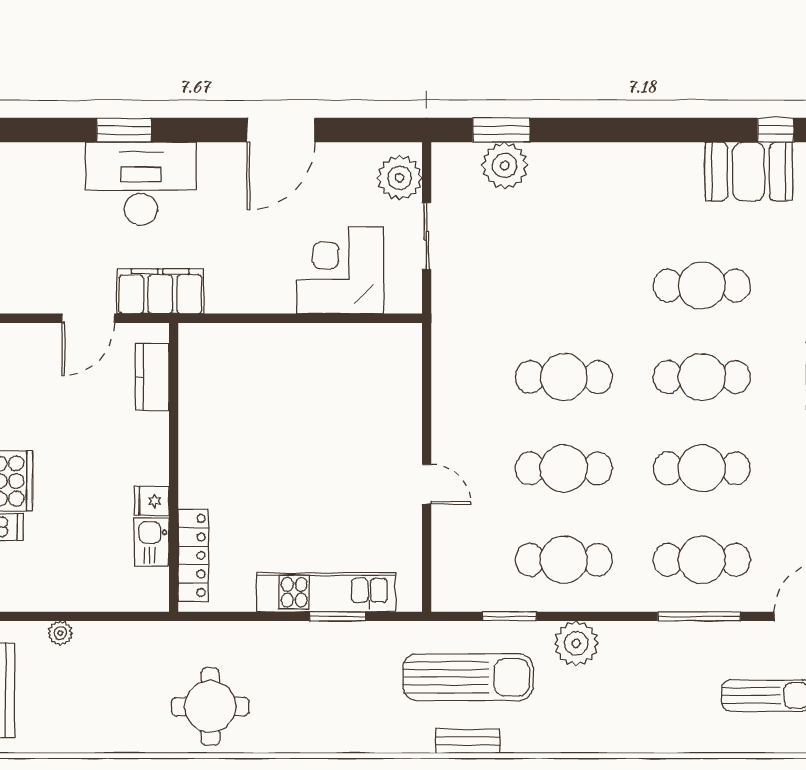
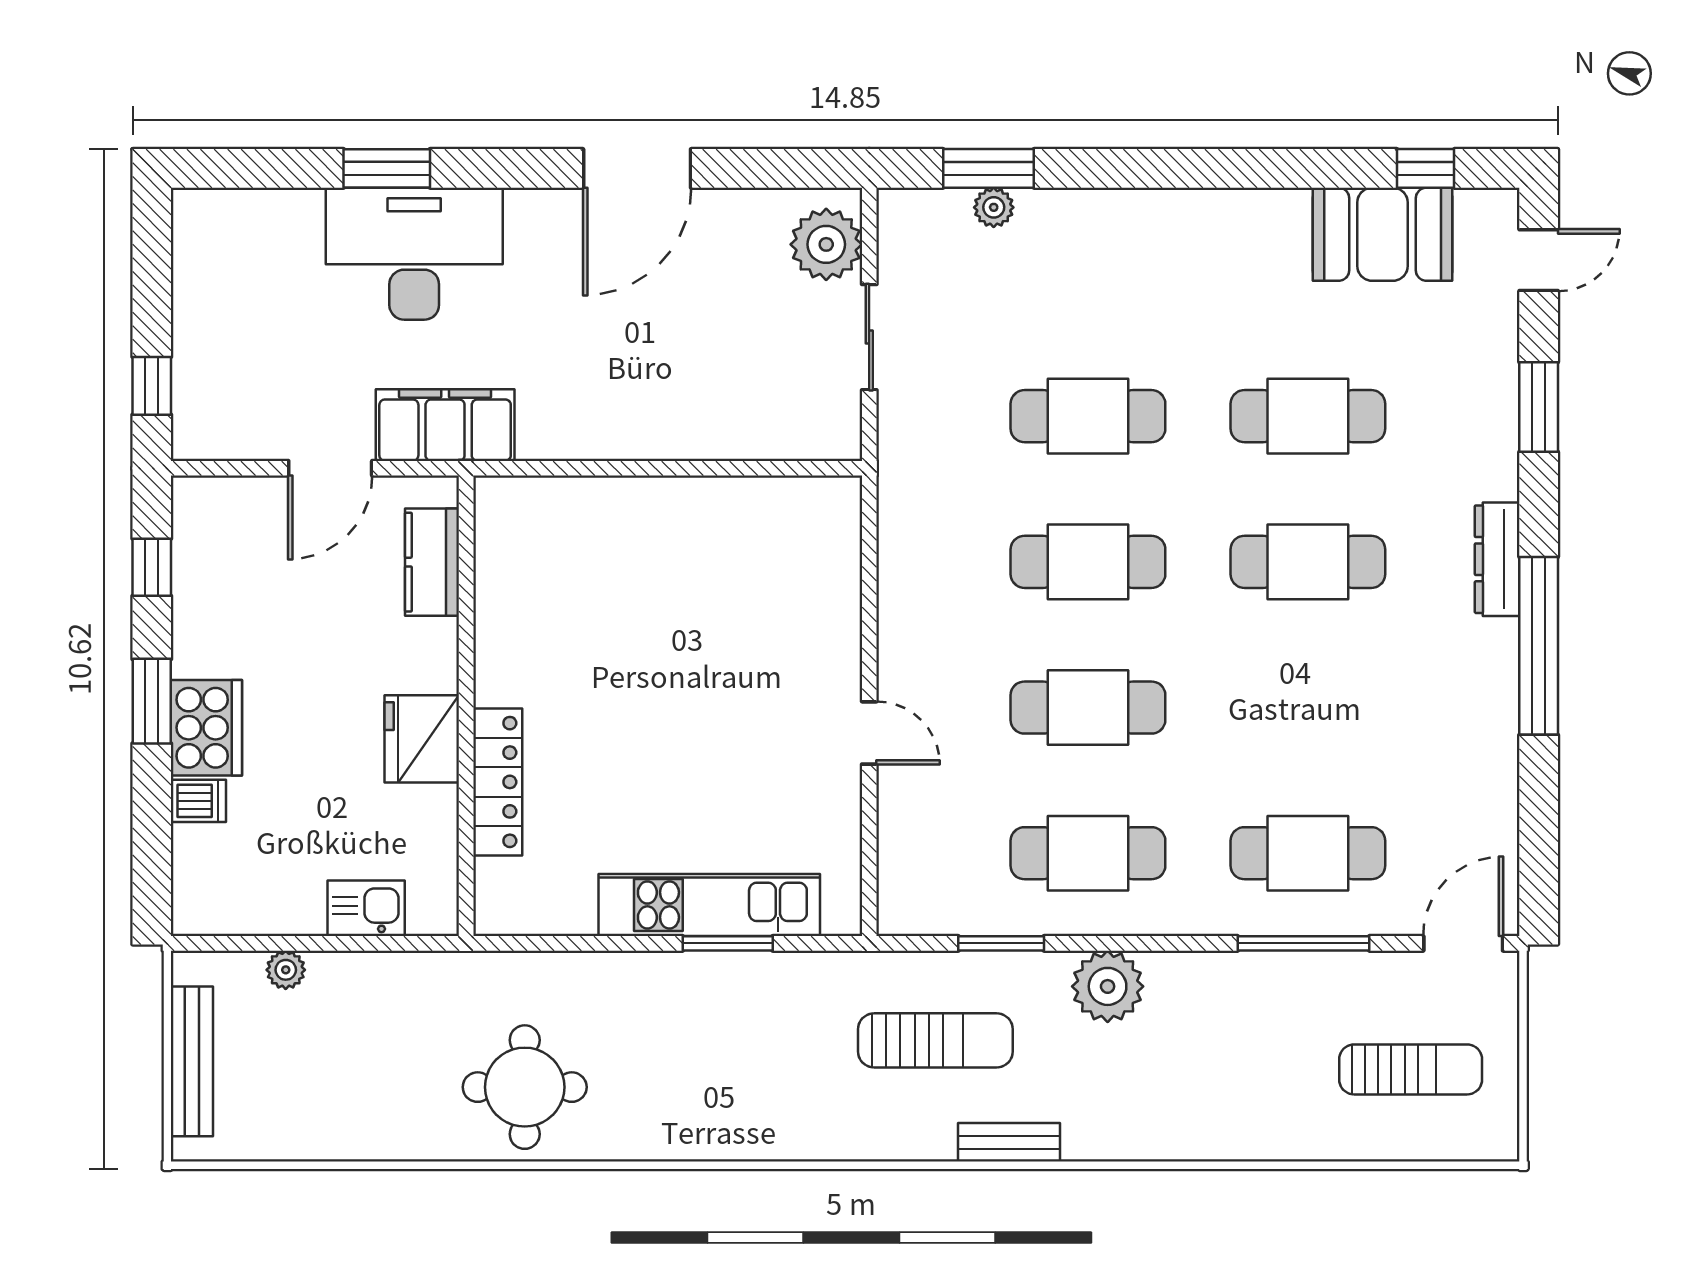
plant: (505, 165) -> (994, 207), width x0.53, depth x0.53
corner desk: (340, 270) -> (732, 392), removed
cafe table: (702, 468) -> (1088, 416), moved
fridge: (152, 501) -> (422, 739), width x1.88, depth x1.34
kitchen sink: (152, 542) -> (366, 908), moved, turned 90
locker: (193, 555) -> (498, 782), moved
sun lounger: (468, 677) -> (935, 1040), width x0.73, depth x0.75
bench: (468, 741) -> (1009, 1142), moved

